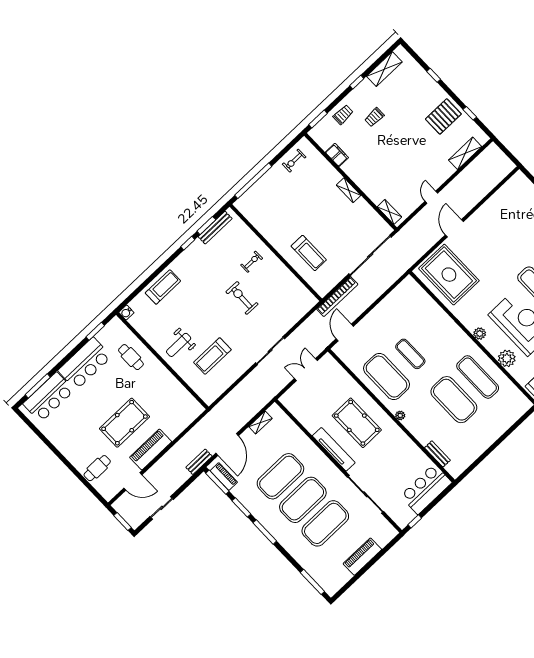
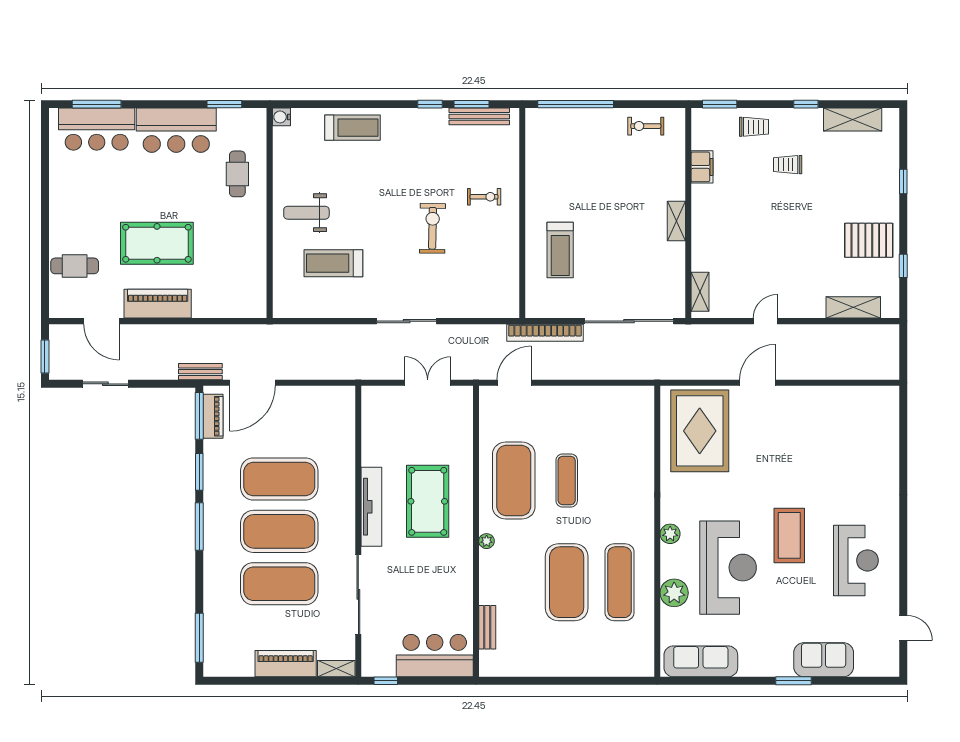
shelving: (260, 423) -> (336, 669), moved

